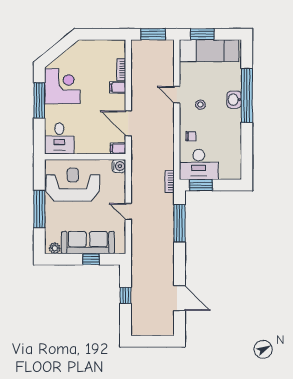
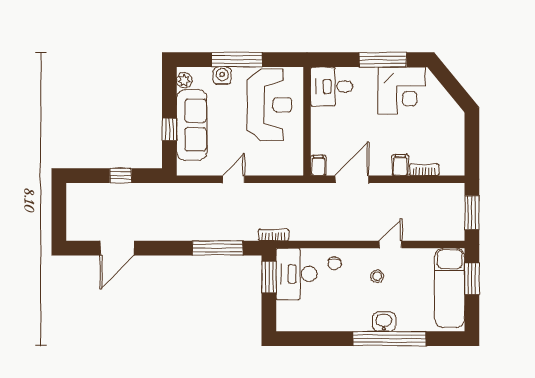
water cooler: (119, 166) -> (222, 76), moved, turned 180

